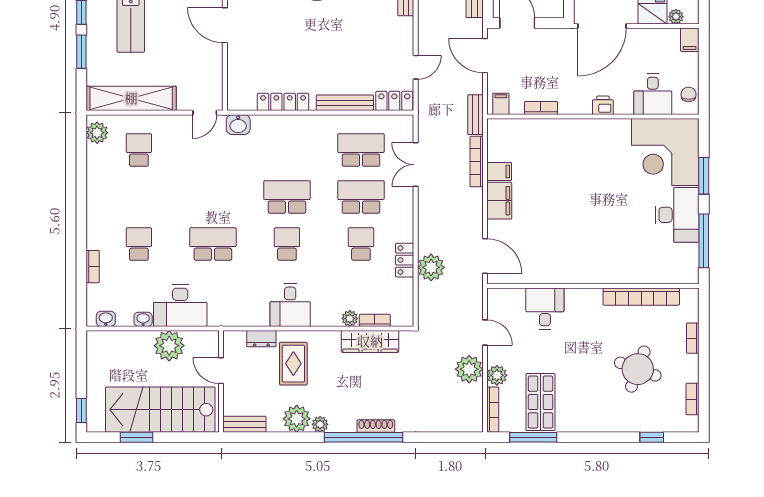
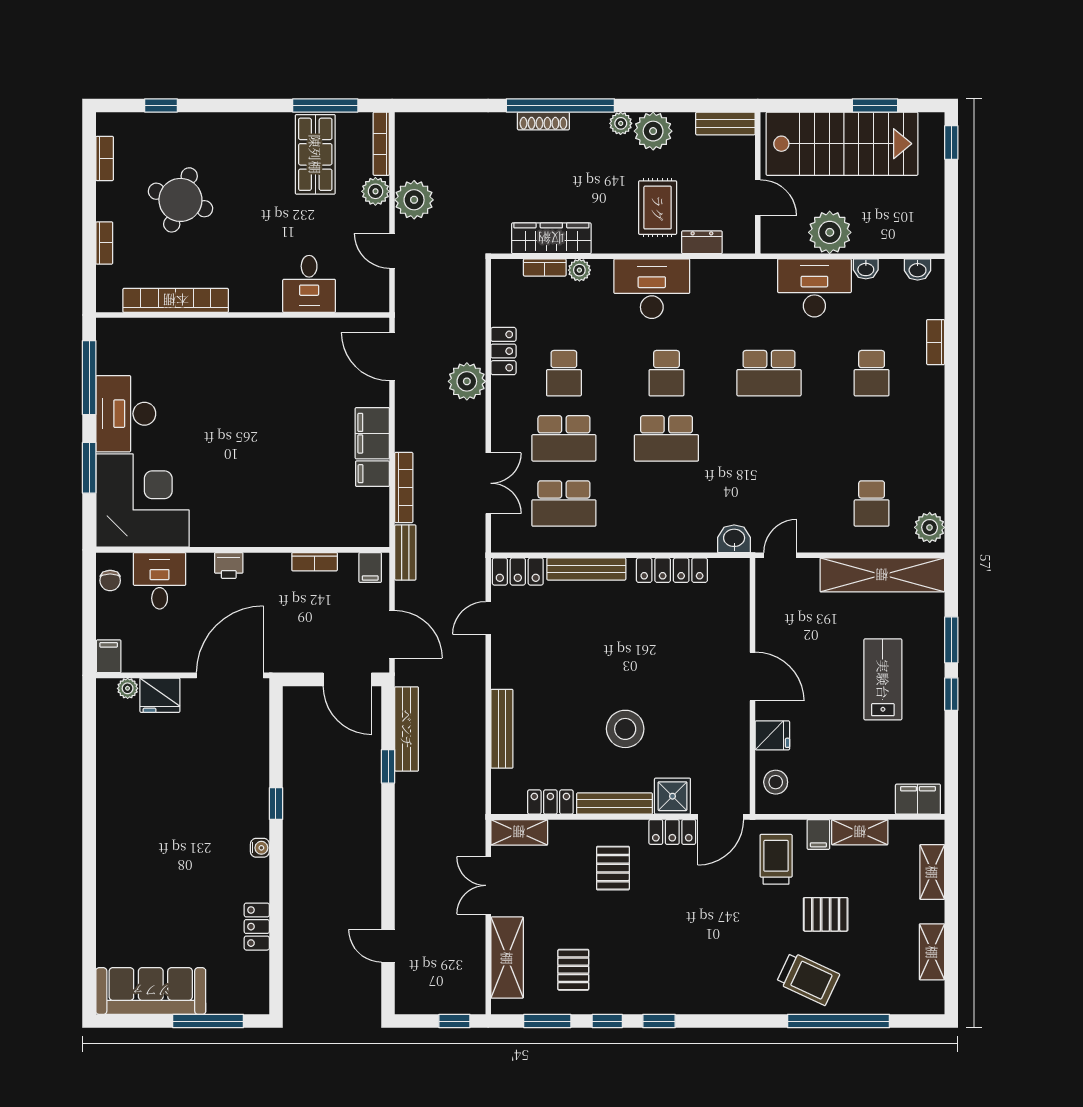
plant: (431, 267) -> (467, 381), moved
desk: (290, 305) -> (652, 289), width x1.37

